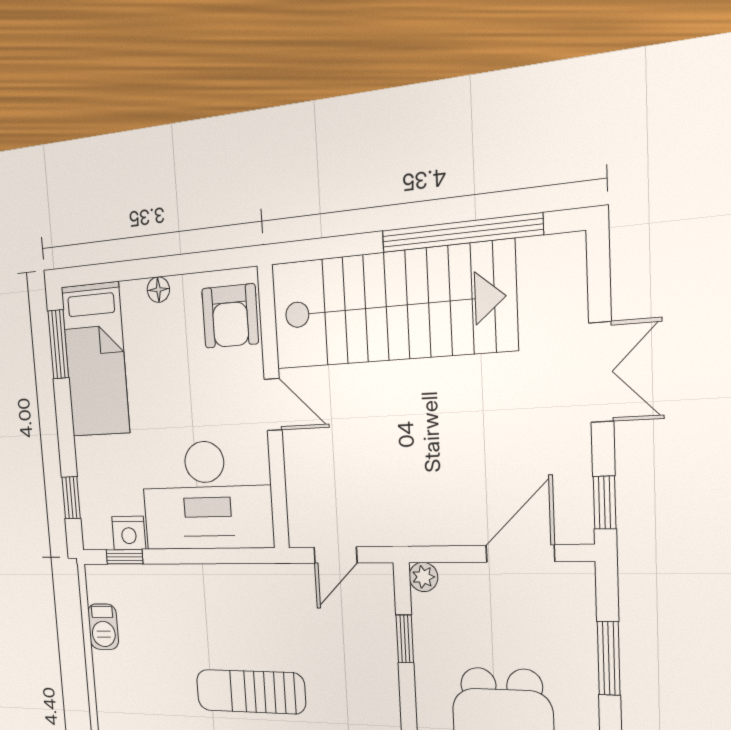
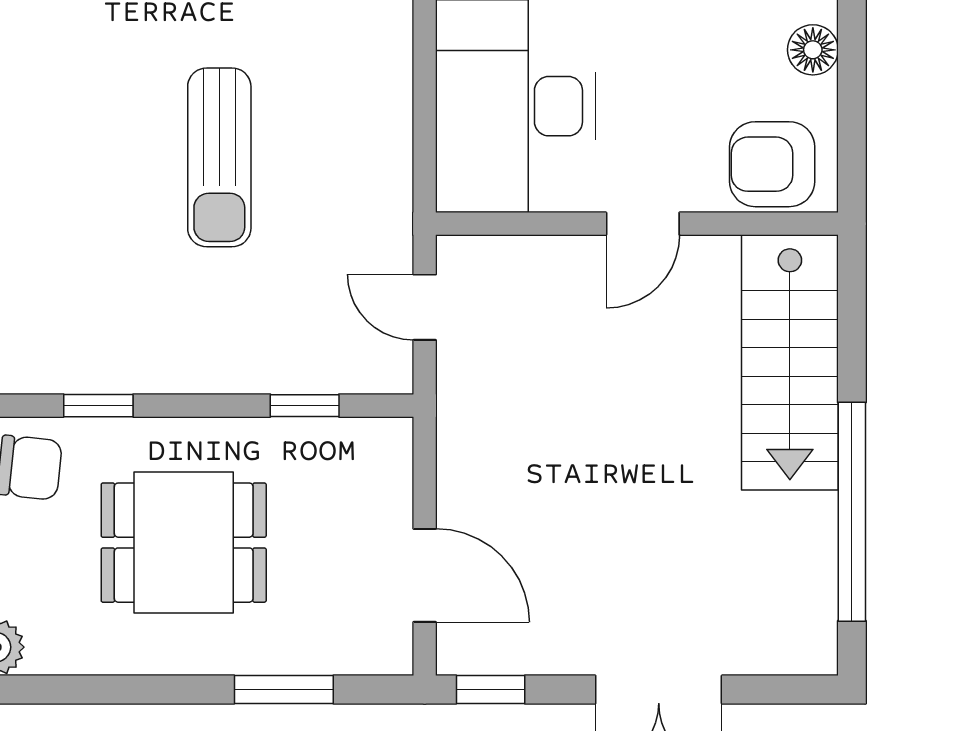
floor lamp: (158, 290) -> (813, 50), width x1.37, depth x1.37
stairs: (391, 306) -> (790, 362), width x0.73, depth x0.66
plant: (423, 577) -> (393, 437), removed
sun lounger: (250, 692) -> (219, 157), turned 180

